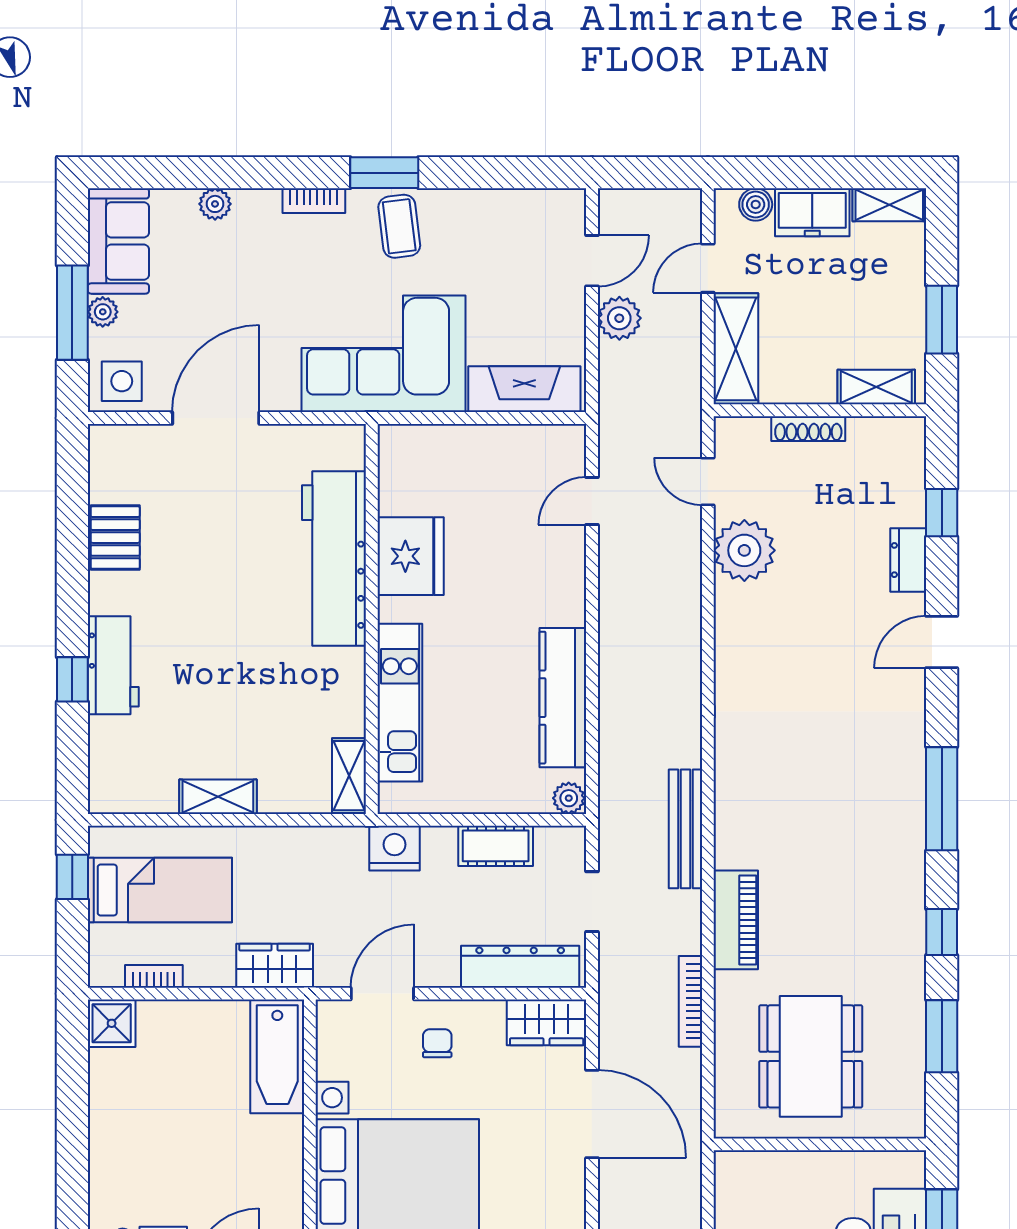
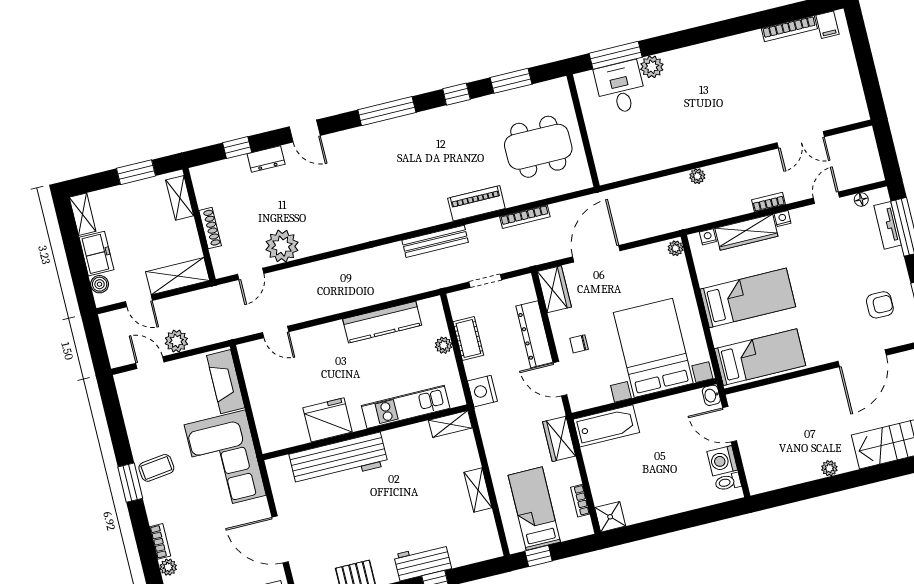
bookcase: (314, 201) -> (160, 541), moved
plant: (569, 798) -> (444, 345), moved
dresser: (520, 967) -> (534, 334), moved

